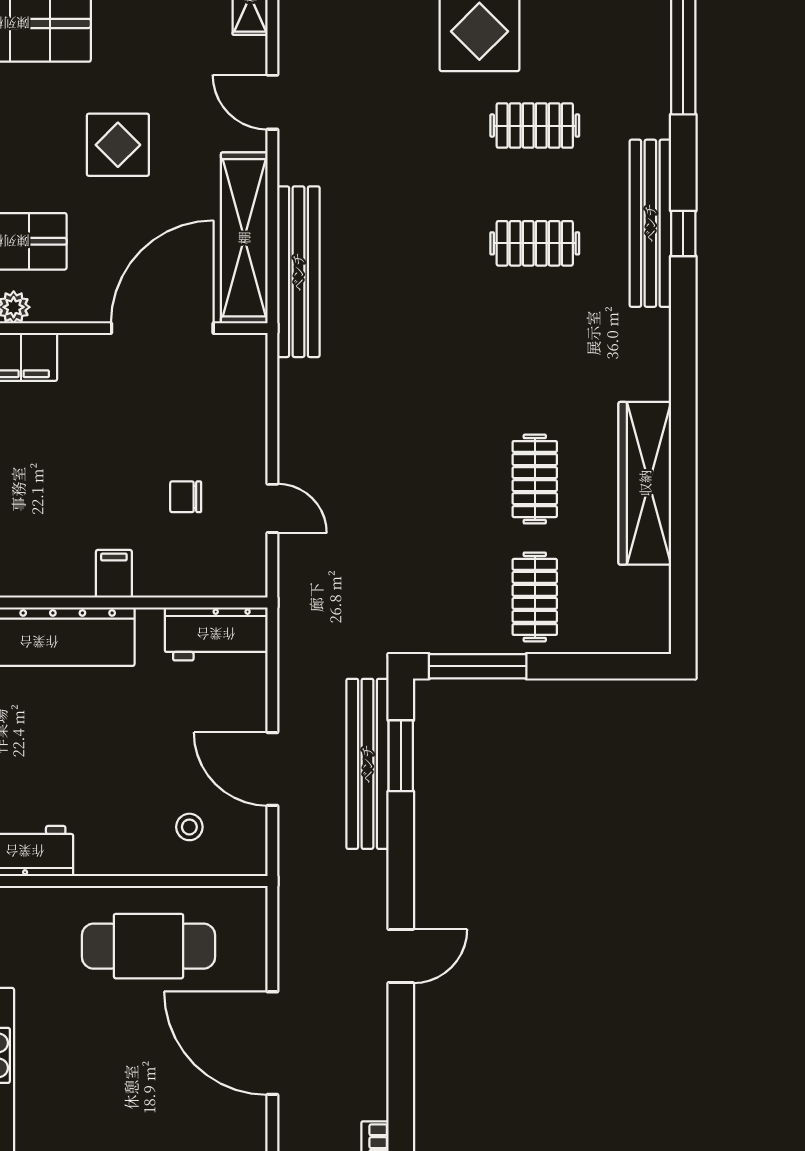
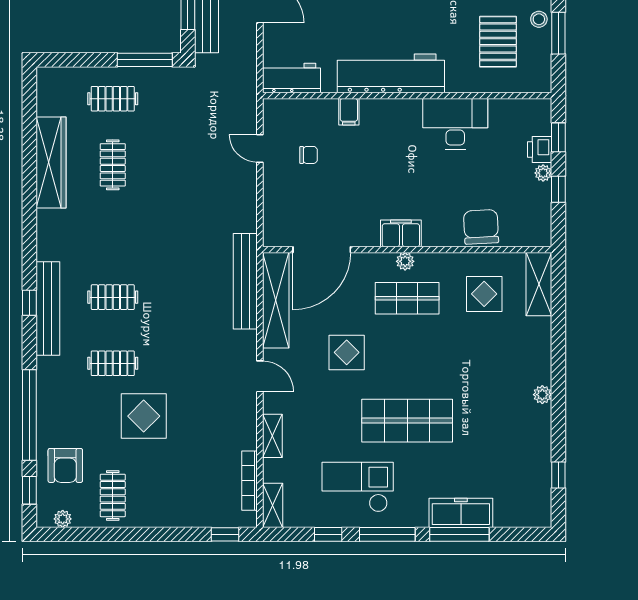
clothes rail: (535, 597) -> (113, 99), turned 90

